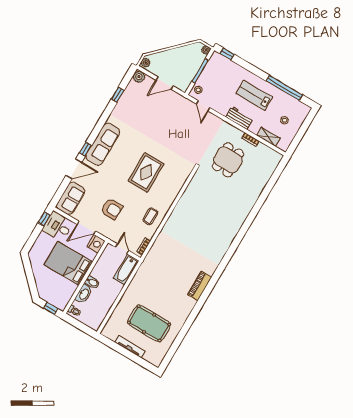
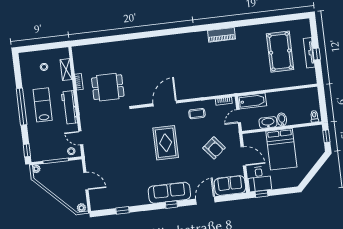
plant: (139, 77) -> (96, 205), removed
window: (284, 88) -> (22, 107), moved
lab bench: (254, 95) -> (43, 105), turned 180
door: (203, 106) -> (81, 138), swing flipped
workbench: (239, 118) -> (69, 107), width x1.38
window: (85, 149) -> (171, 205), moved
door: (74, 169) -> (205, 200), hinge flipped
rug: (146, 172) -> (166, 143), turned 90
door: (179, 196) -> (165, 103), added
armchair: (112, 209) -> (214, 148), turned 141
nightstand: (96, 244) -> (250, 139), removed
washbasin: (84, 294) -> (268, 122), moved
window: (124, 352) -> (317, 54), added

